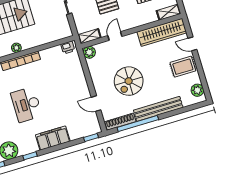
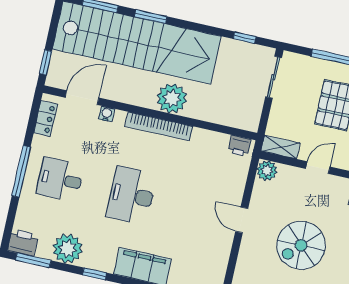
plant: (16, 48) -> (172, 98), width x1.88, depth x1.88
door: (96, 104) -> (242, 220), moved

